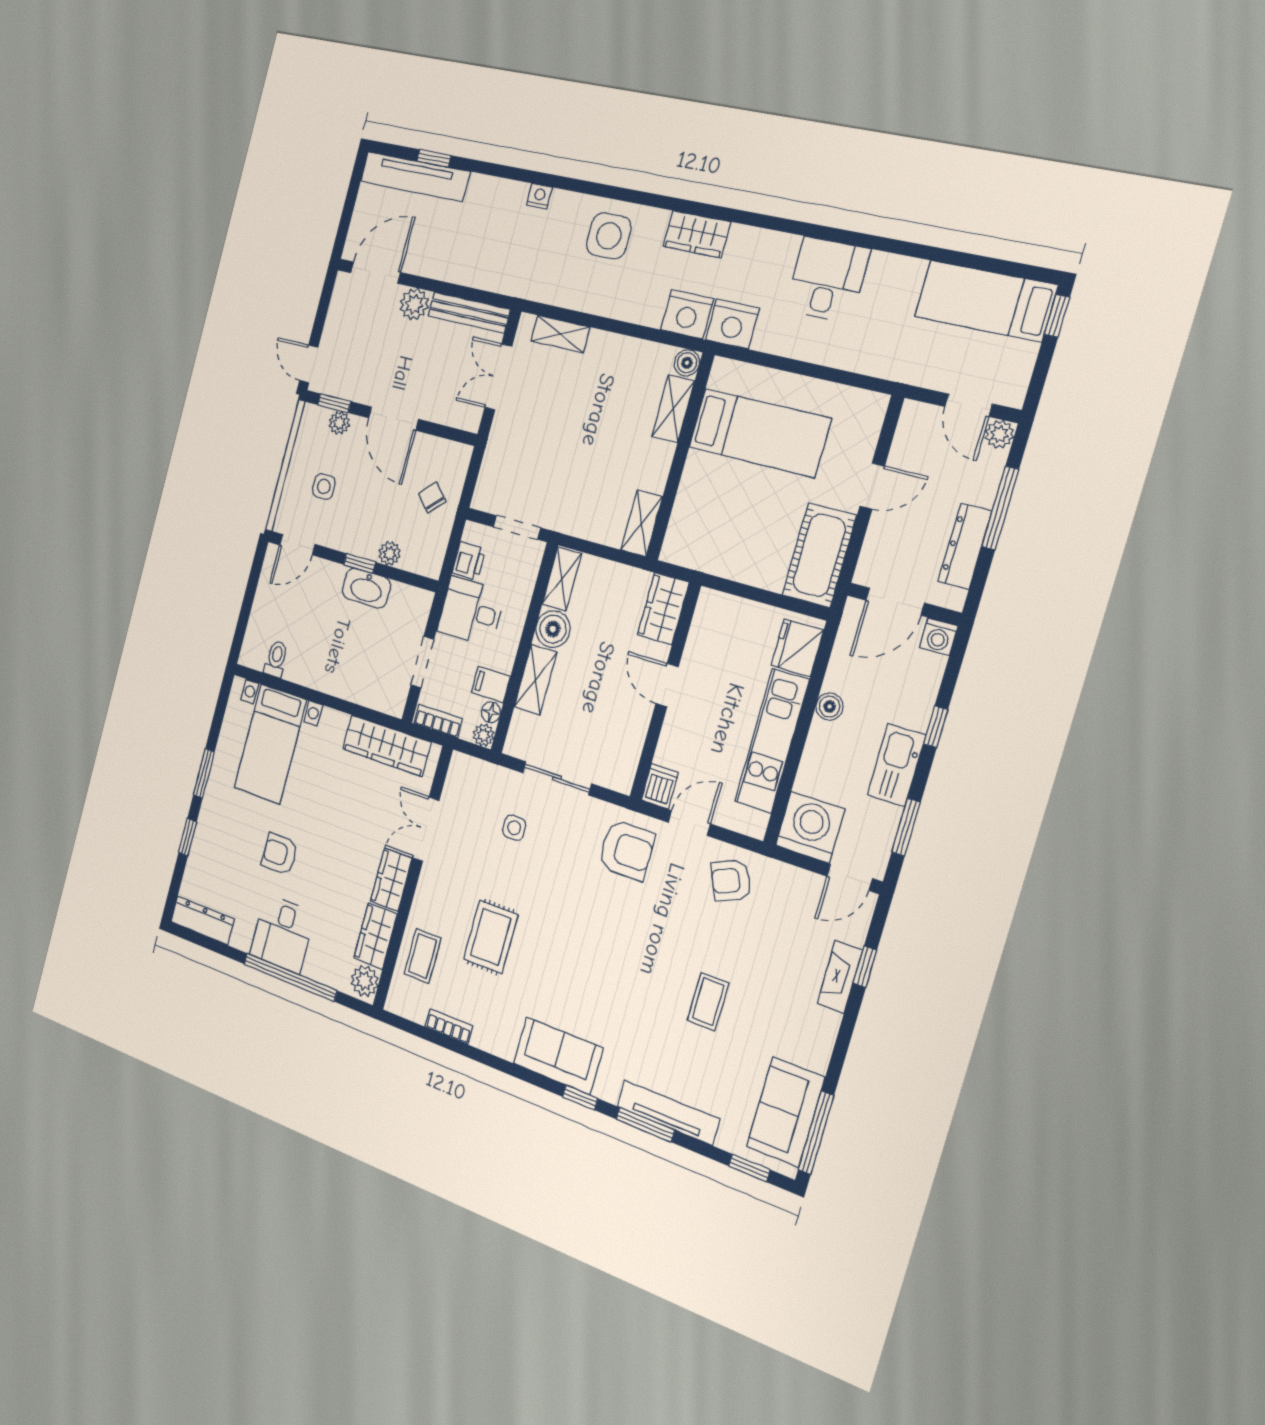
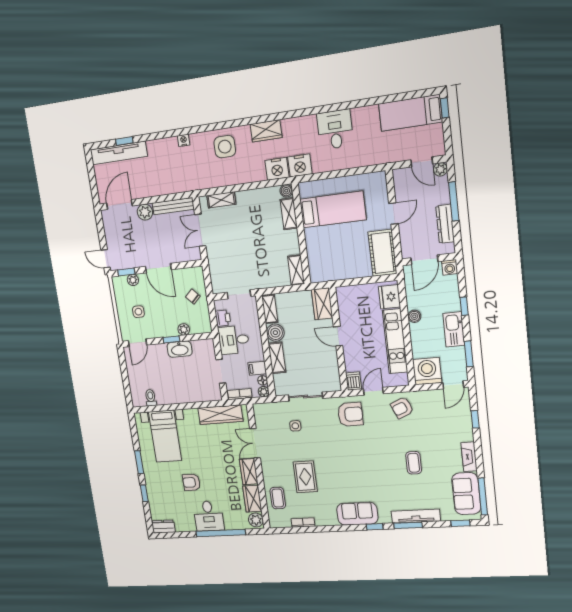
dresser: (203, 920) -> (163, 527), width x0.70
fireplace: (840, 977) -> (469, 457), moved

